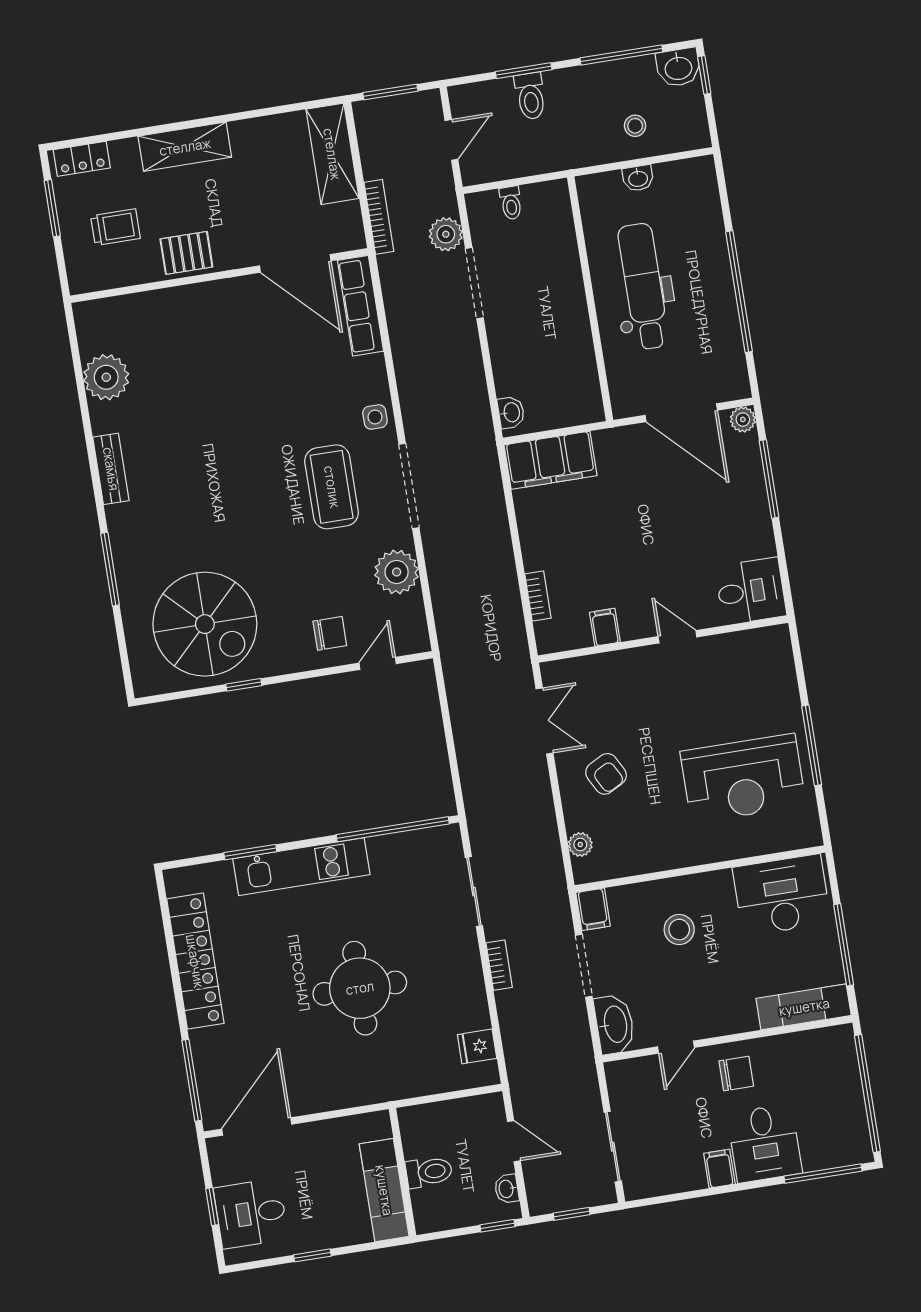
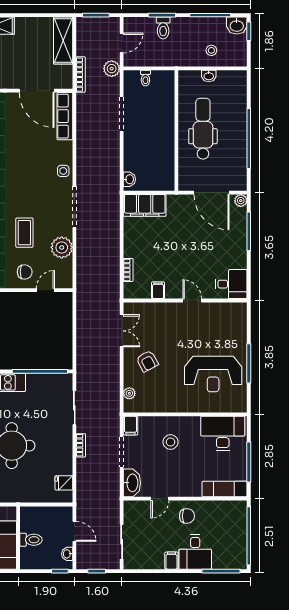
plant: (446, 234) -> (112, 69), moved
coffee table: (332, 487) -> (24, 233), moved, width x0.73, depth x0.76

